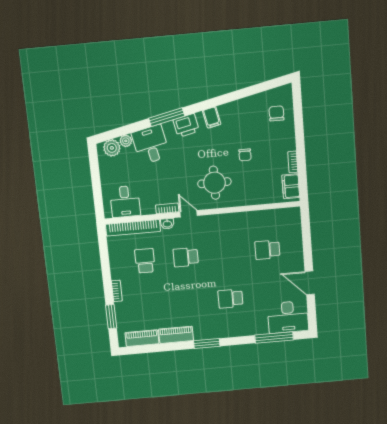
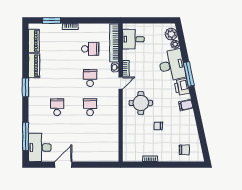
desk: (151, 145) -> (172, 65), width x1.37
filing cabinet: (291, 186) -> (134, 156), removed
school desk: (267, 250) -> (90, 107), moved

